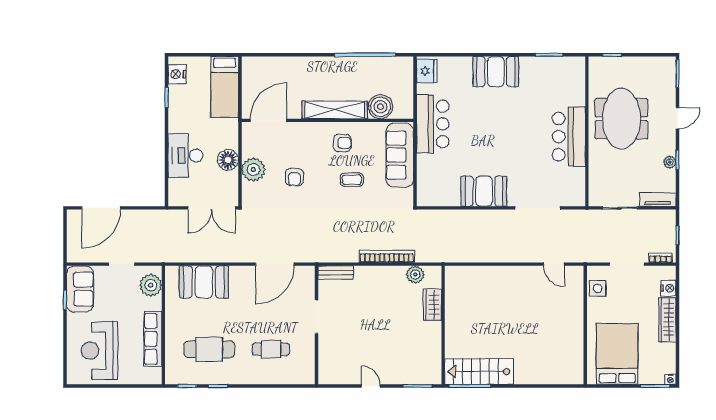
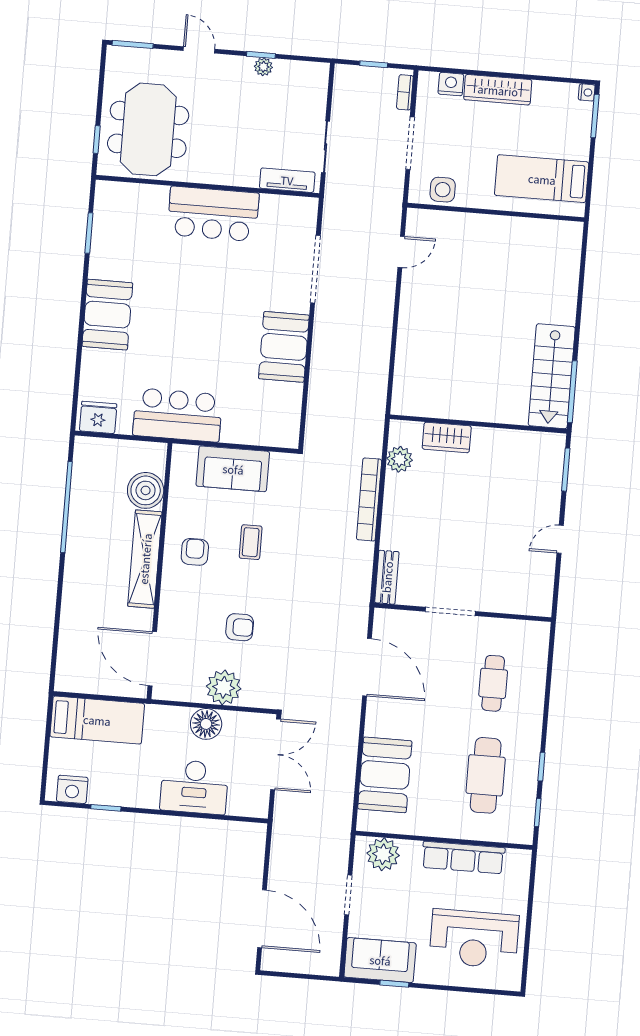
meeting table: (621, 119) -> (148, 129), moved, turned 90
sofa: (400, 155) -> (233, 469), width x0.73
tv unit: (658, 199) -> (287, 180), moved, turned 90
bed: (617, 354) -> (542, 179), width x0.67

